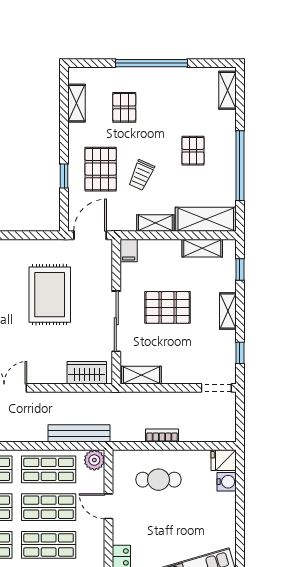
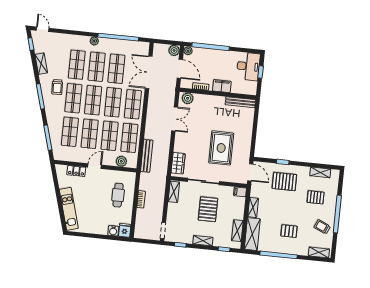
trolley: (141, 175) -> (322, 227), moved
rug: (50, 295) -> (221, 148), turned 90
plant: (94, 460) -> (121, 161), moved
door: (108, 506) -> (95, 166), moved

